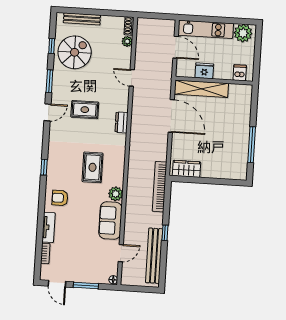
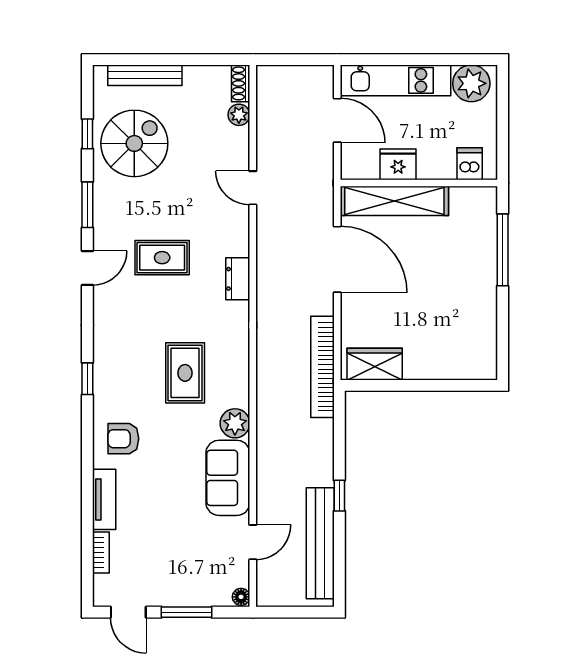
window: (252, 145) -> (503, 250), moved
bookcase: (160, 187) -> (322, 367), moved

